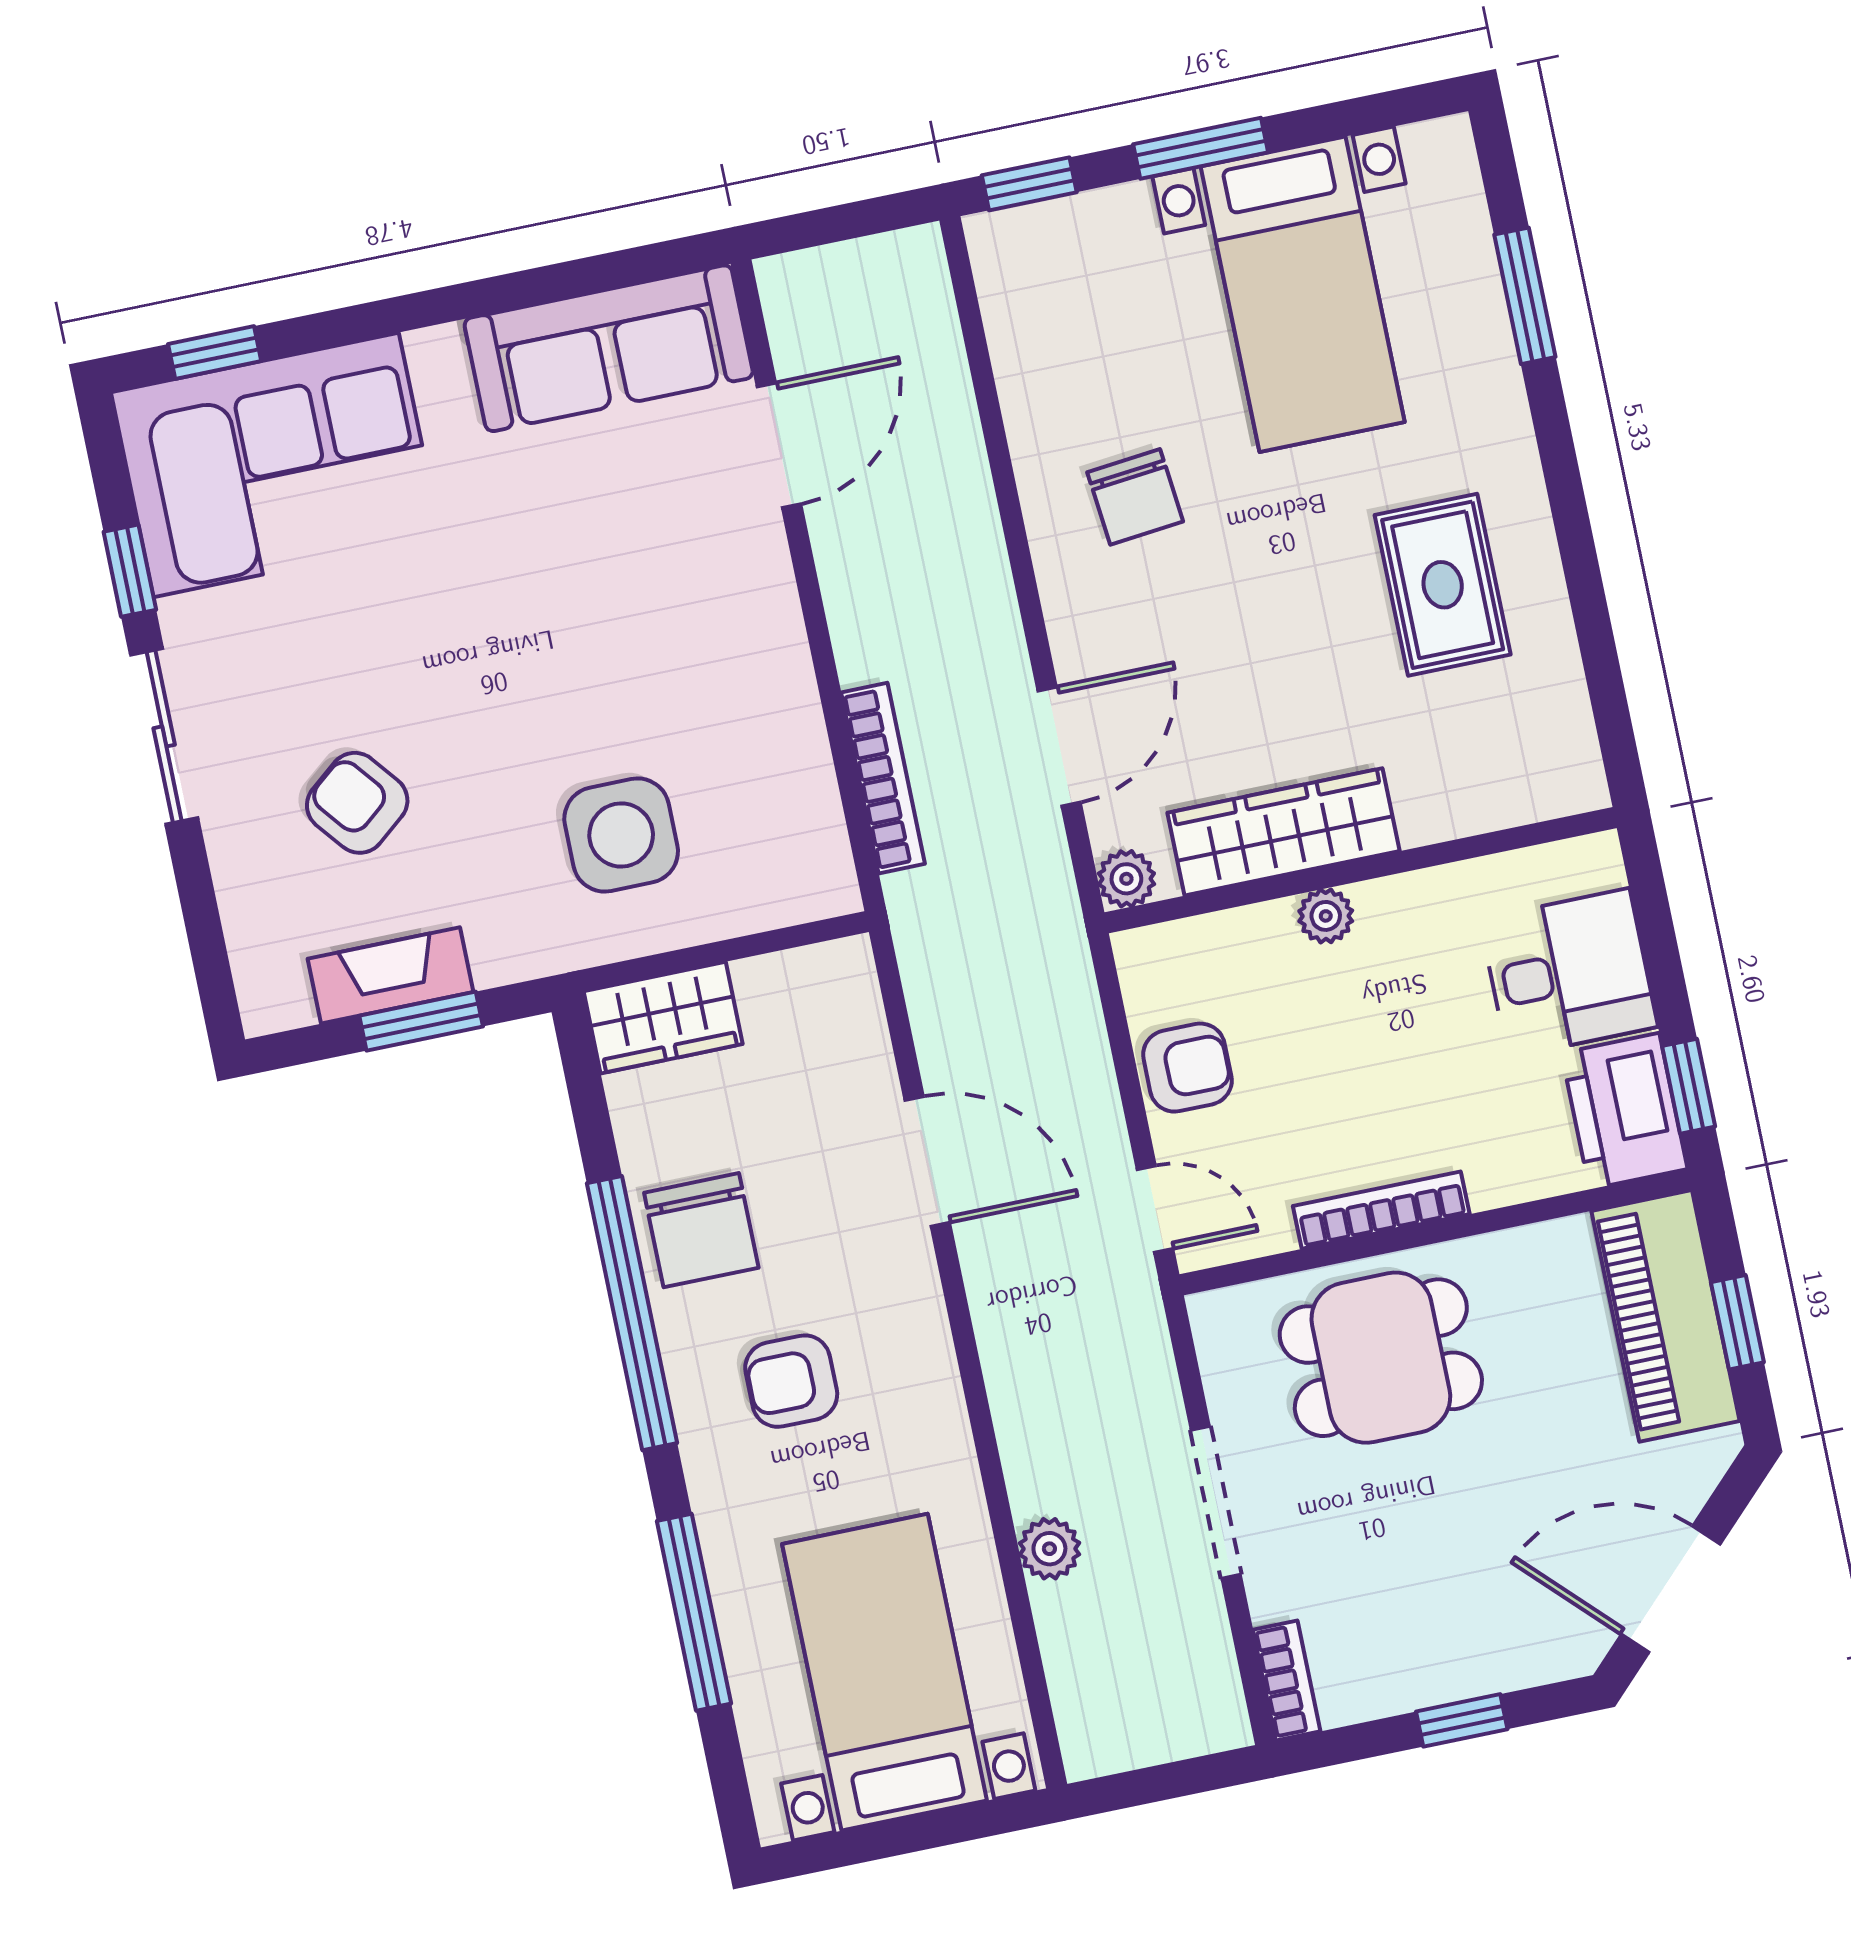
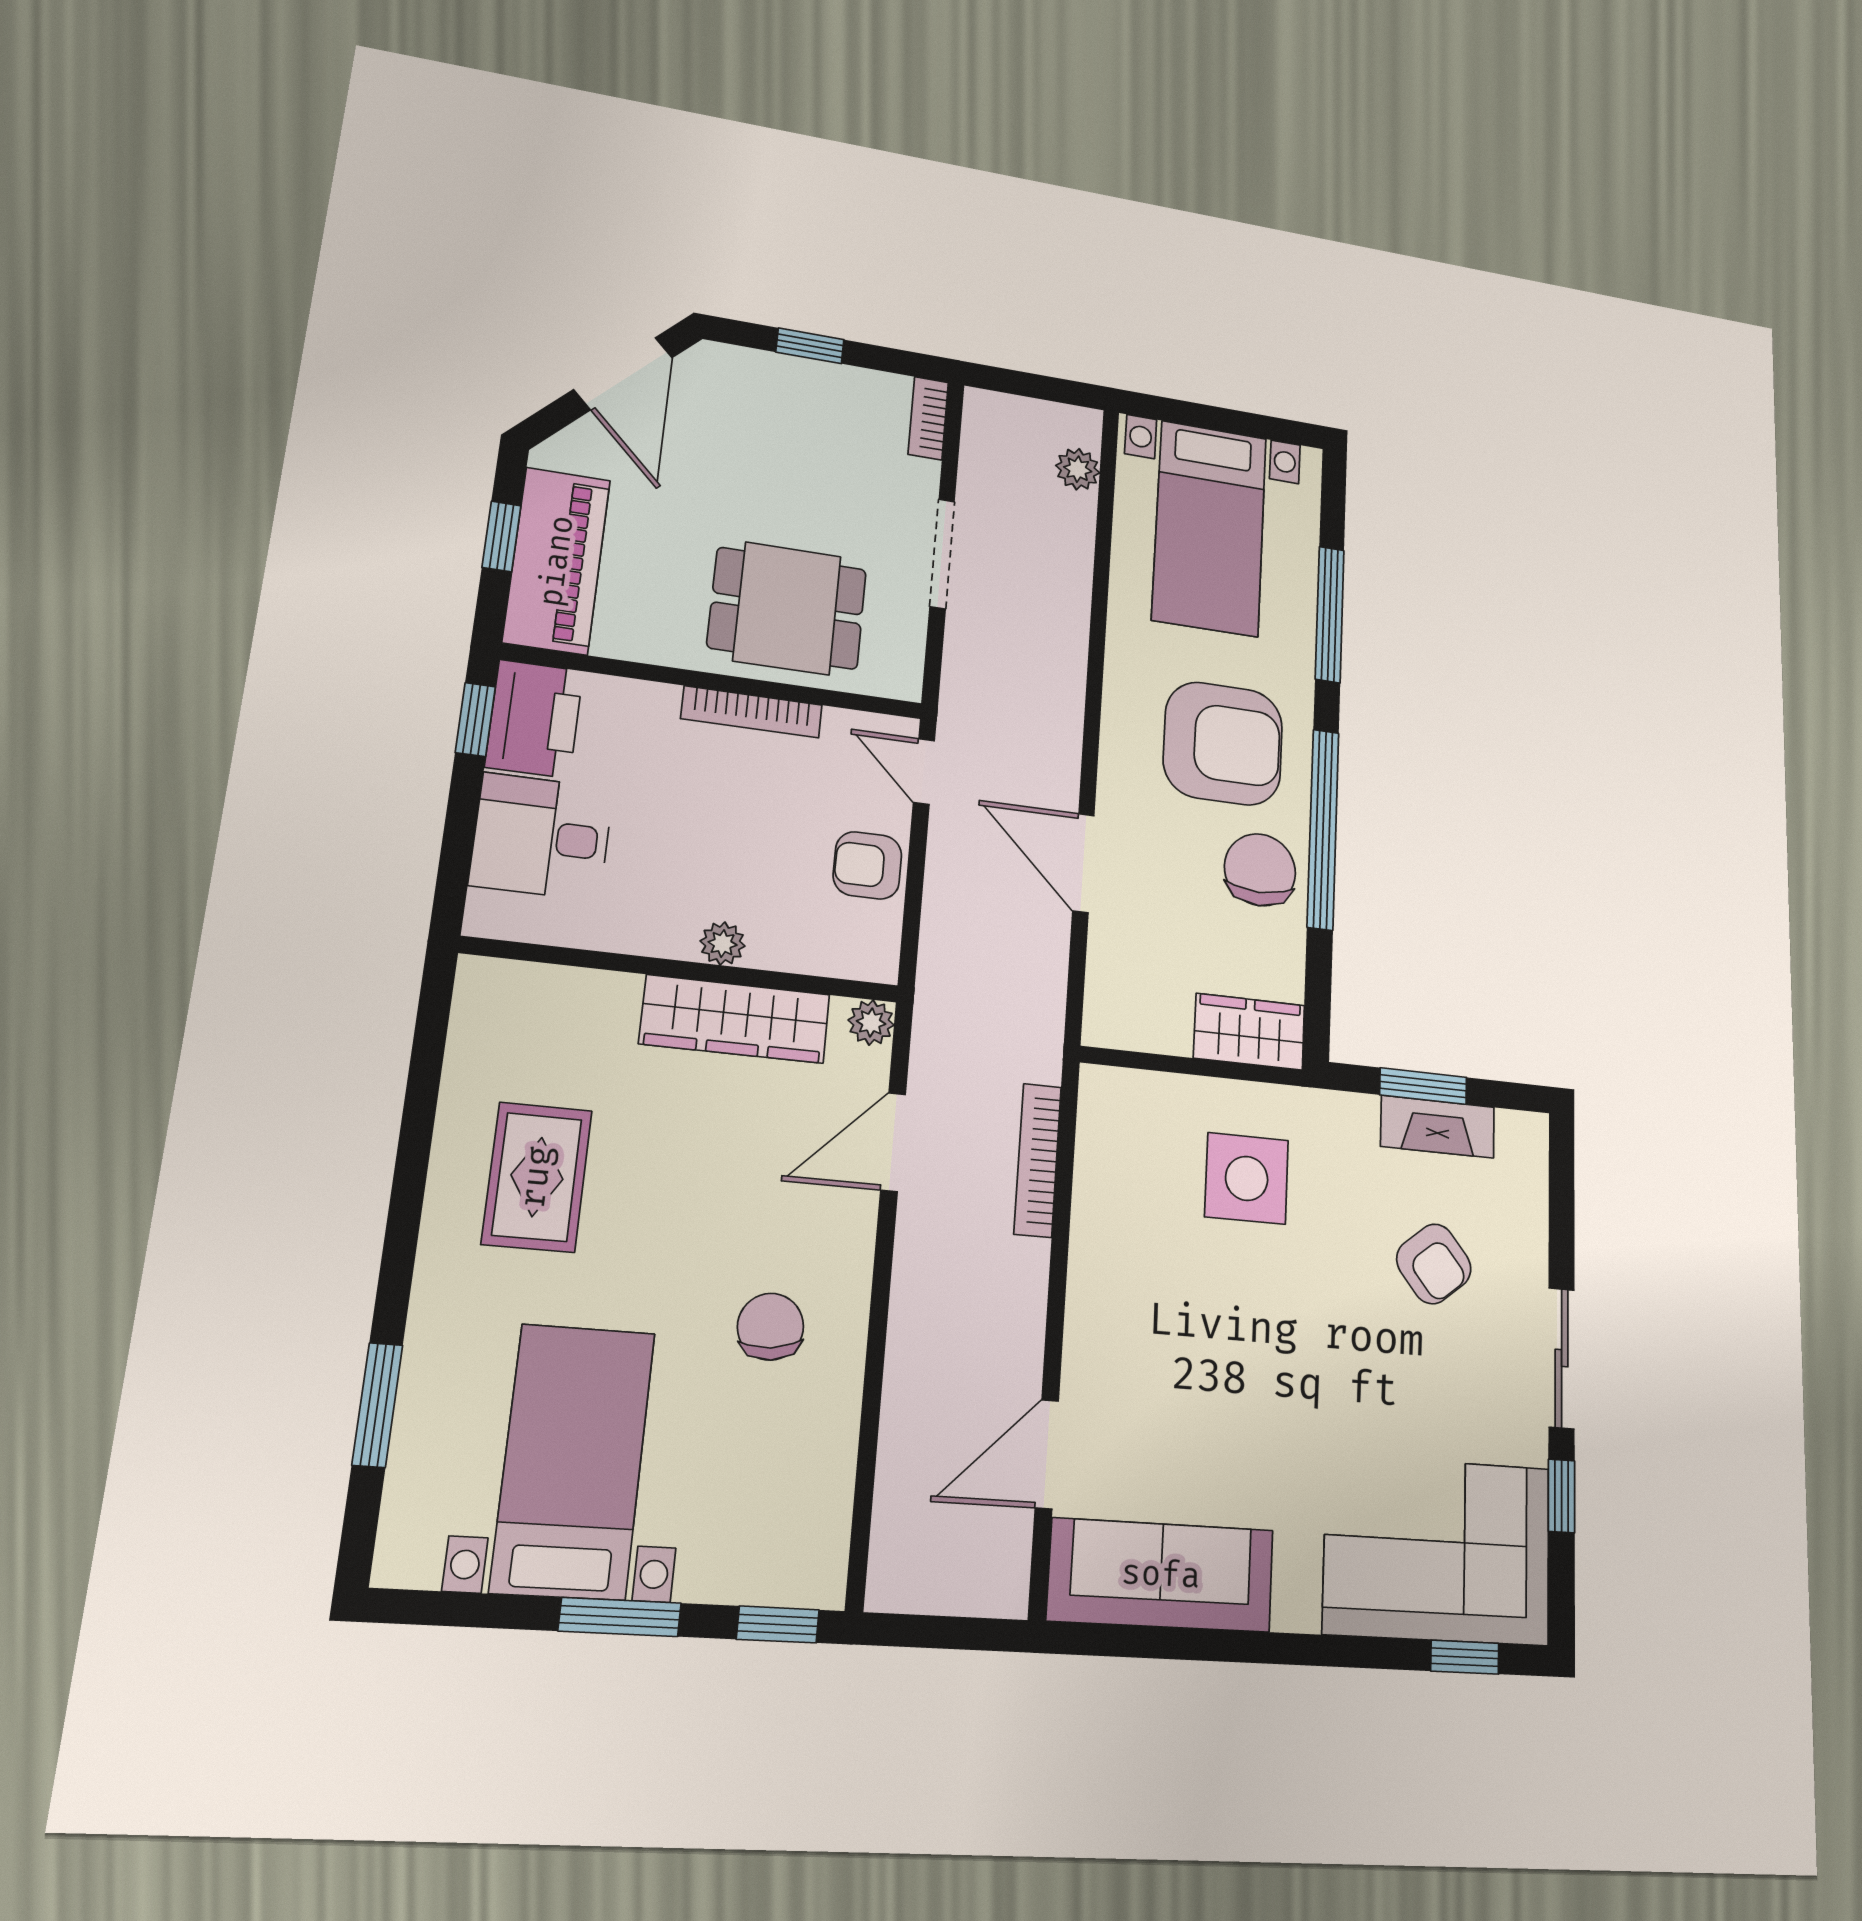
armchair: (791, 1381) -> (1223, 743), width x1.88, depth x1.88
plant: (1049, 1549) -> (1078, 469), moved
door: (1671, 1589) -> (623, 374), hinge flipped

